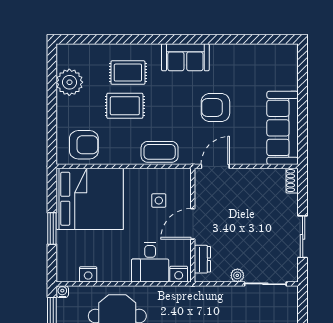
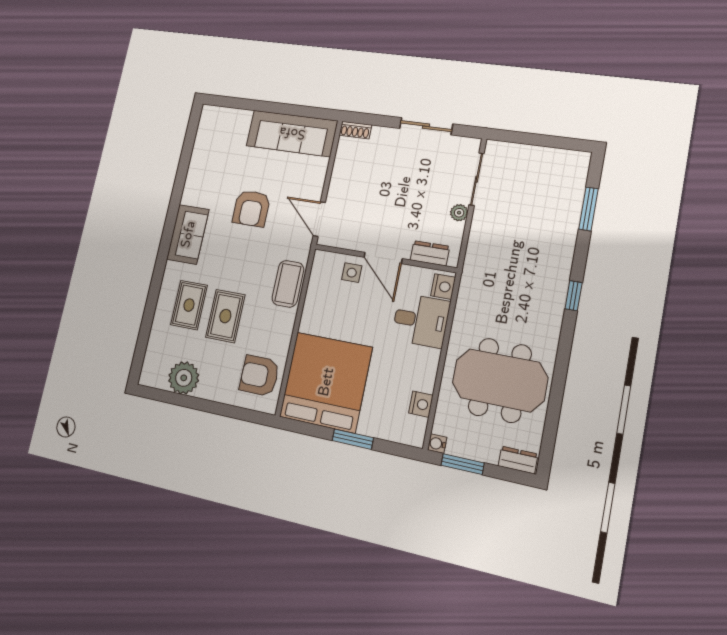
armchair: (84, 145) -> (259, 376), turned -90
side table: (159, 201) -> (352, 273), moved

